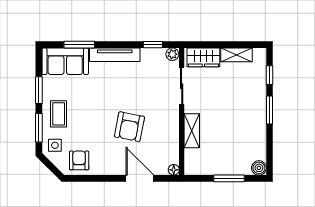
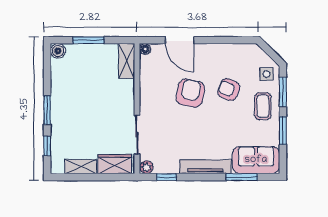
shelving: (192, 131) -> (127, 61), moved
armchair: (79, 160) -> (229, 89), moved, turned 112

